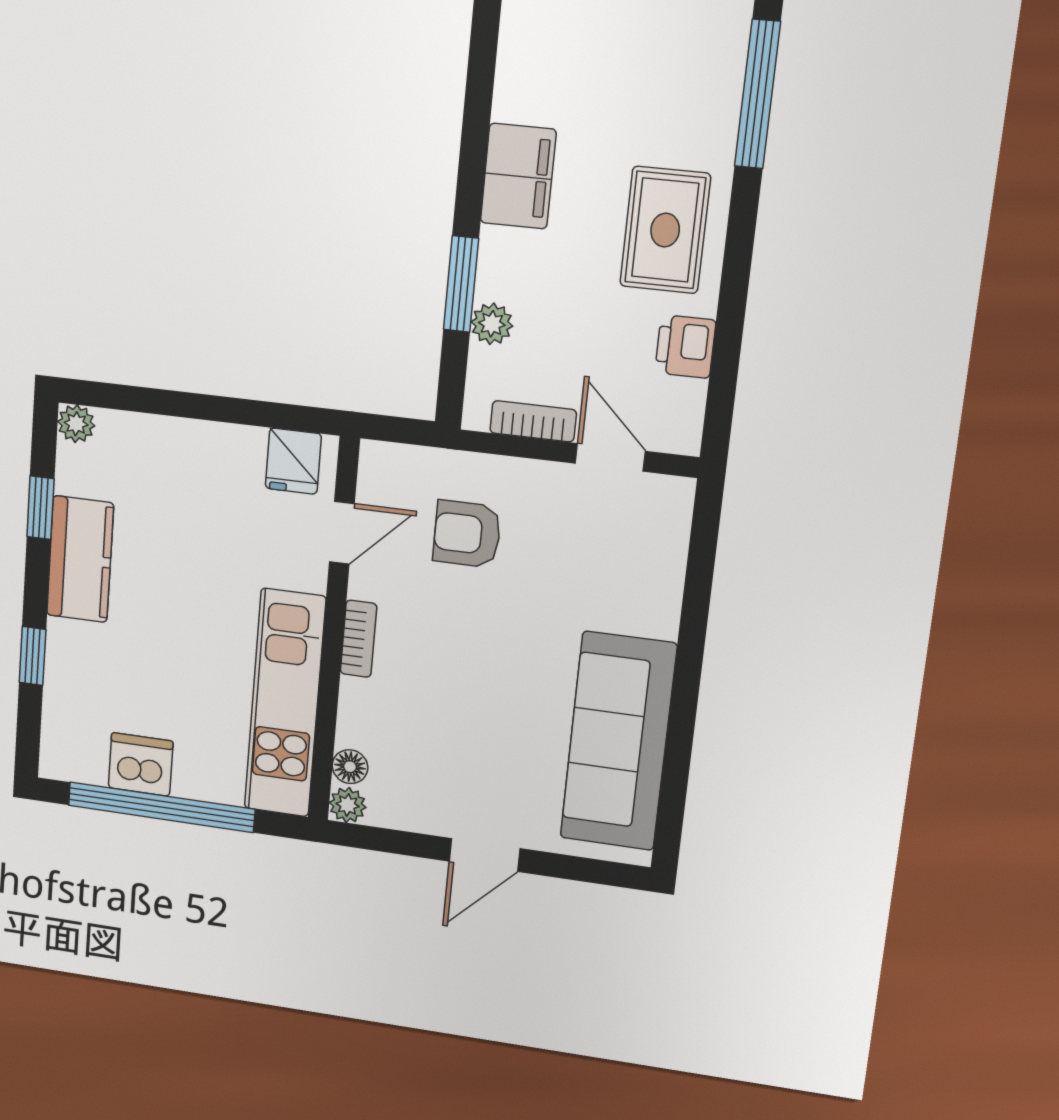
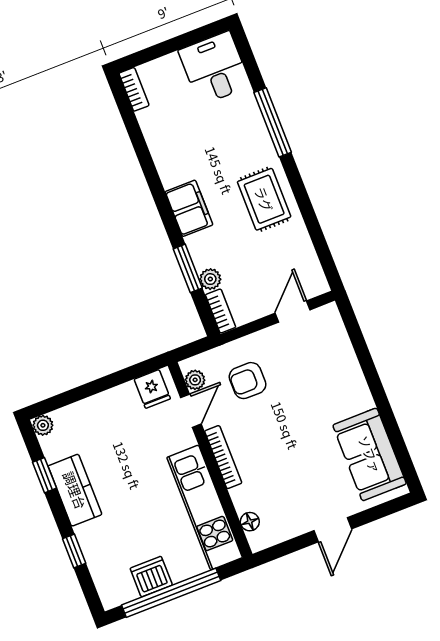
printer: (685, 346) -> (299, 245), removed
bookcase: (533, 421) -> (220, 311), moved, turned 90
door: (610, 457) -> (293, 311), hinge flipped
bookcase: (359, 639) -> (223, 457), width x1.56
sofa: (618, 741) -> (370, 454), width x0.73
plant: (348, 805) -> (195, 380), moved

